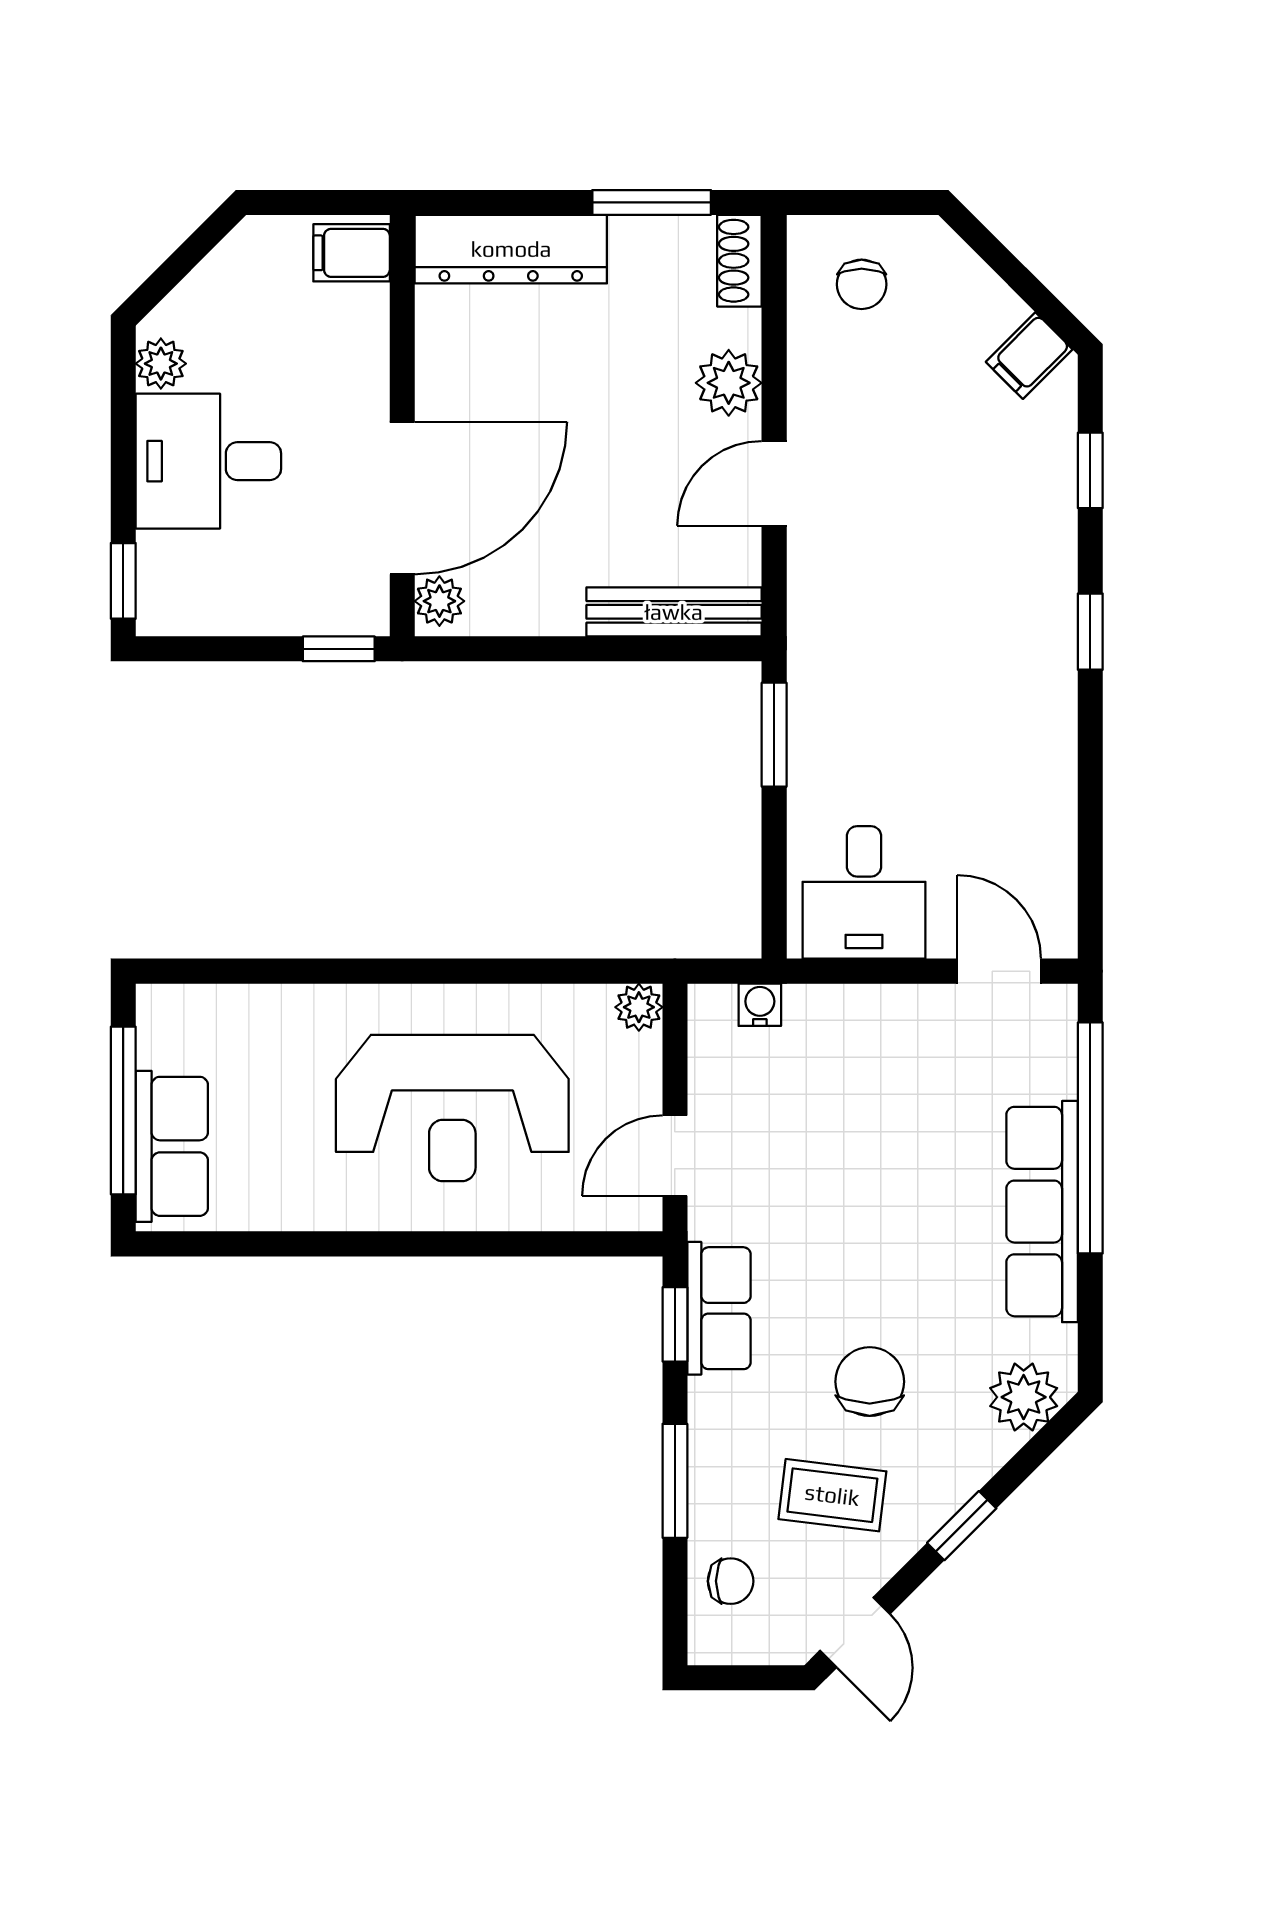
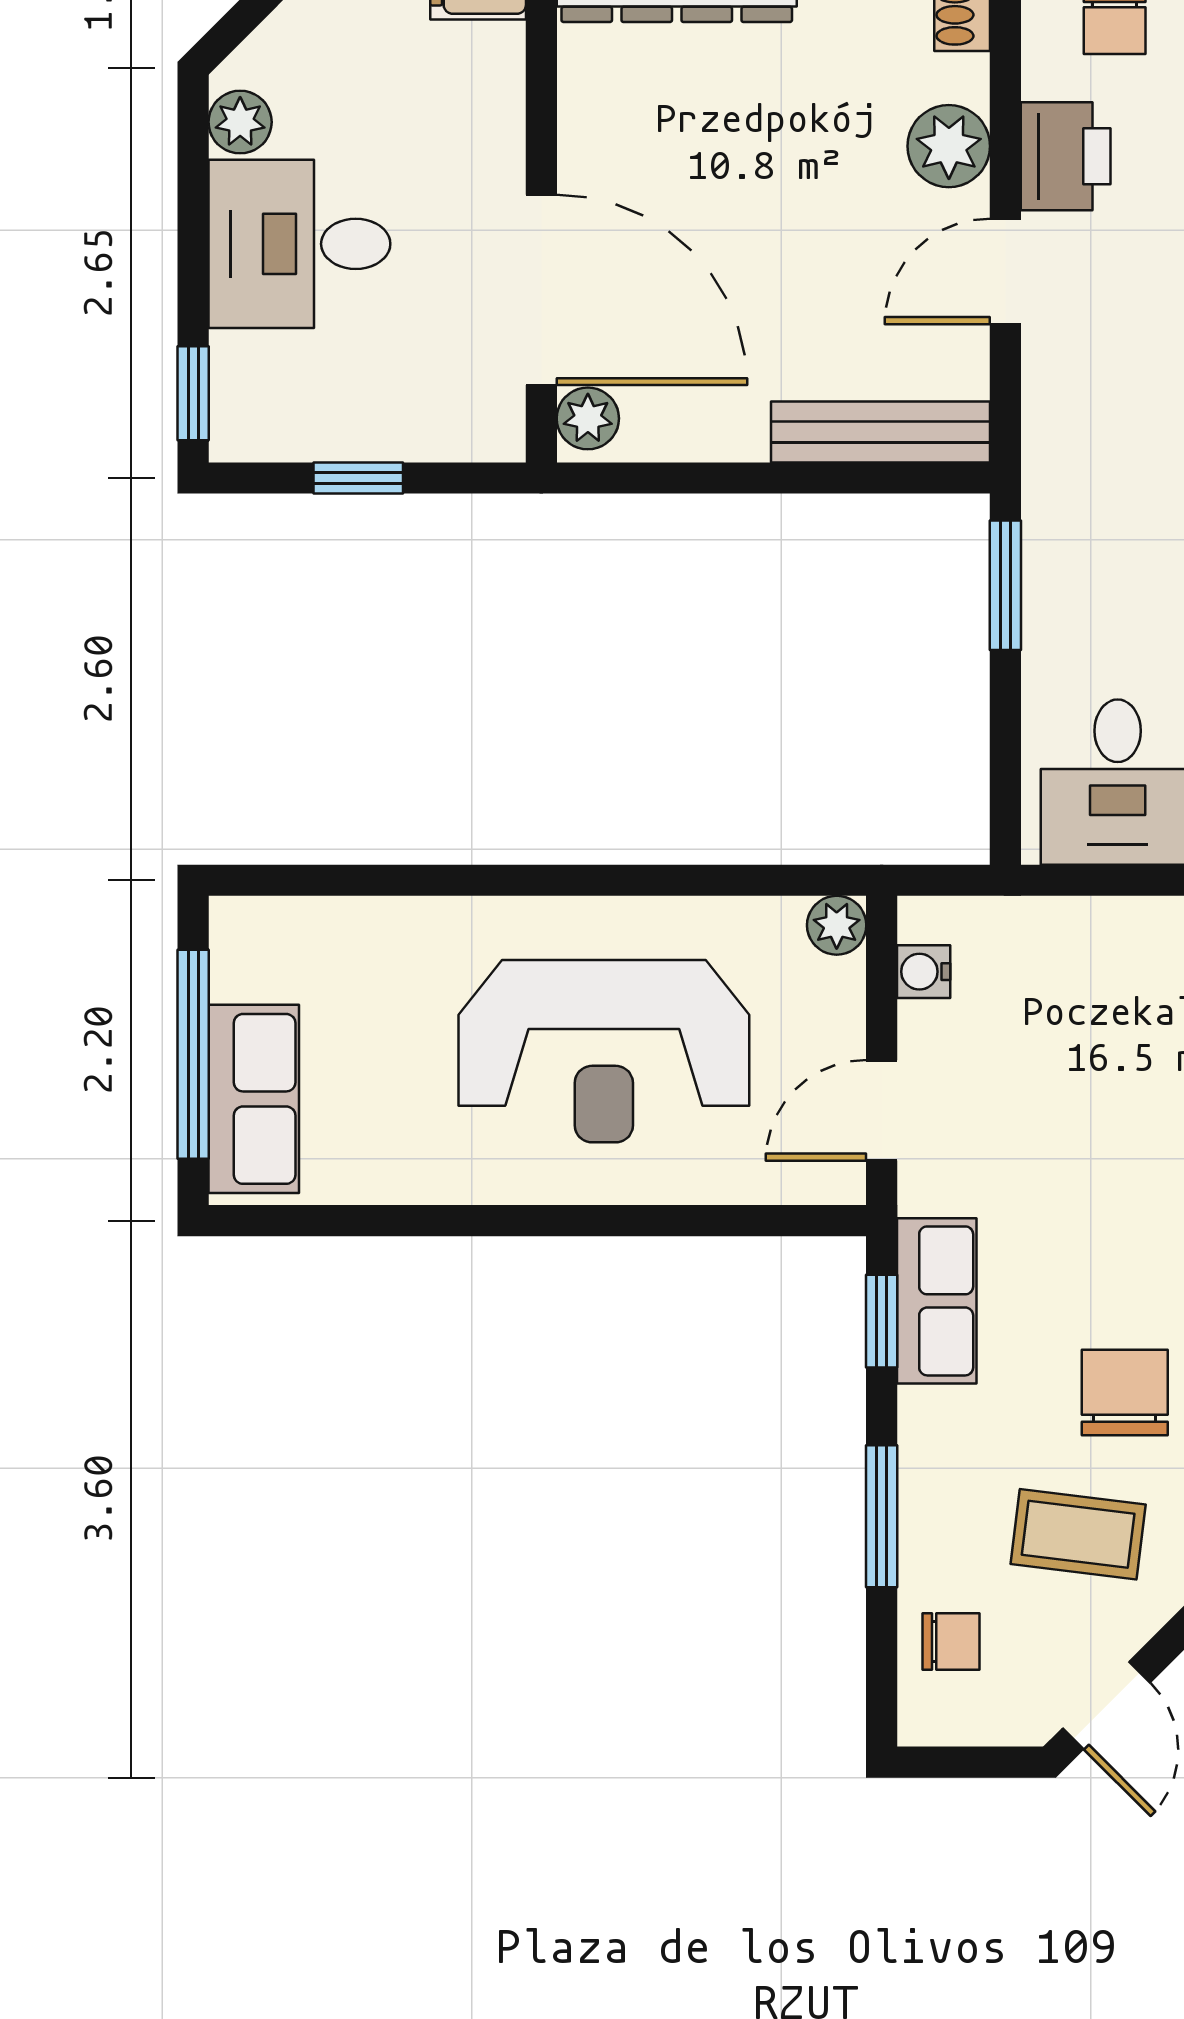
printer: (822, 391) -> (1066, 156), added
door: (402, 498) -> (541, 290), hinge flipped
window: (339, 649) -> (358, 478), moved
water cooler: (760, 1005) -> (924, 972), moved, turned -90

